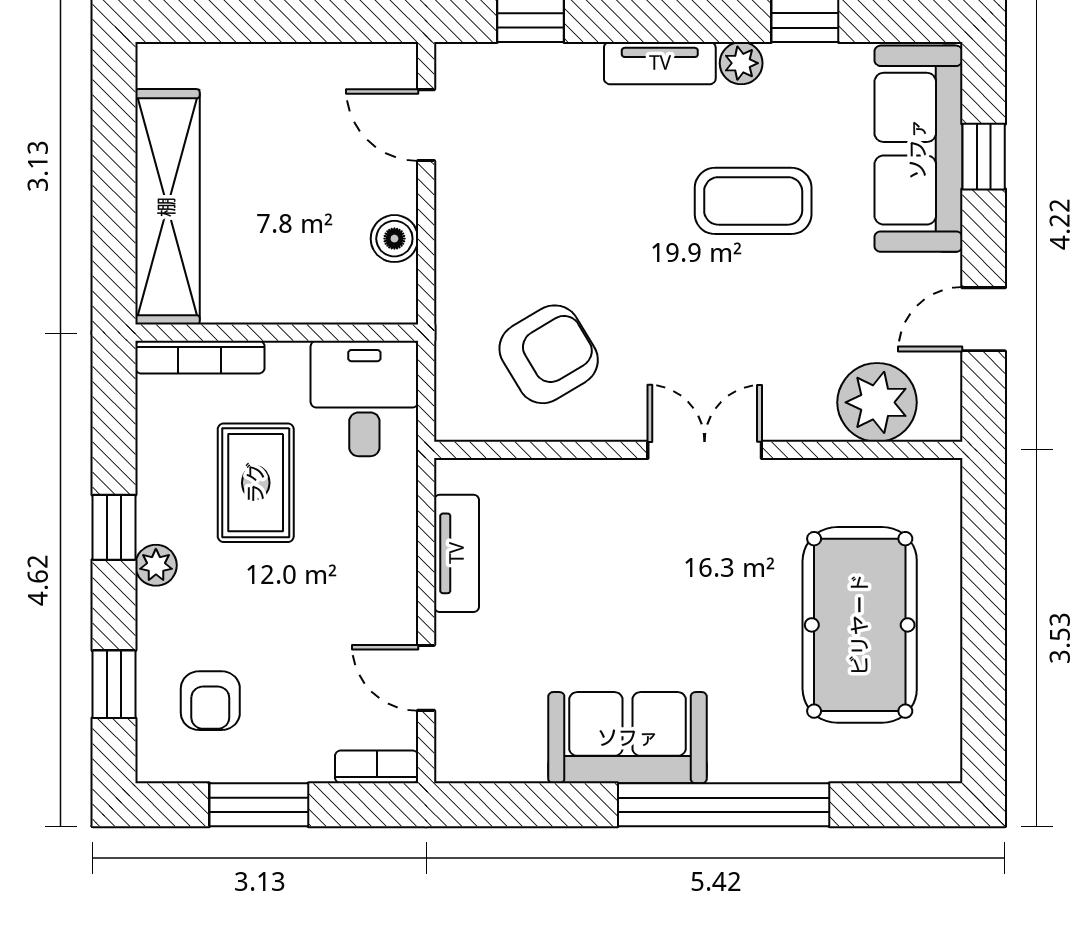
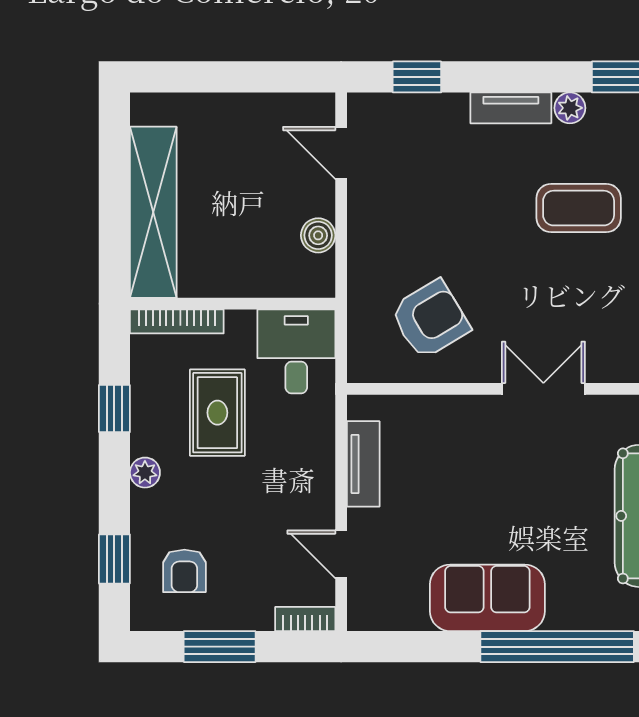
window: (114, 527) -> (114, 409), moved

